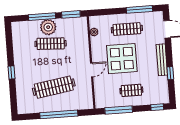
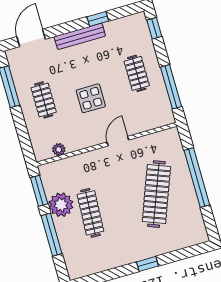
plant: (48, 27) -> (61, 205), moved
clothes rail: (127, 29) -> (44, 100), width x0.73
display table: (122, 59) -> (91, 98), width x0.54, depth x0.54
door: (92, 70) -> (118, 141), hinge flipped
clothes rail: (54, 87) -> (156, 194), turned 30

